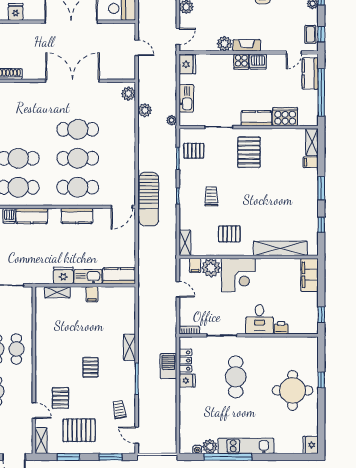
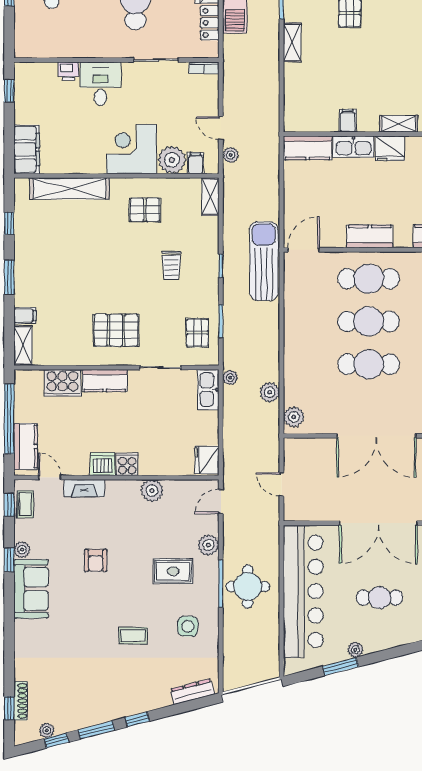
fireplace: (247, 45) -> (84, 488), moved
door: (294, 53) -> (50, 478), hinge flipped
kitchen sink: (186, 98) -> (208, 390), moved
pallet: (194, 151) -> (197, 333), turned 90
pallet: (249, 152) -> (116, 330), turned 90
plant: (171, 271) -> (231, 155), added

